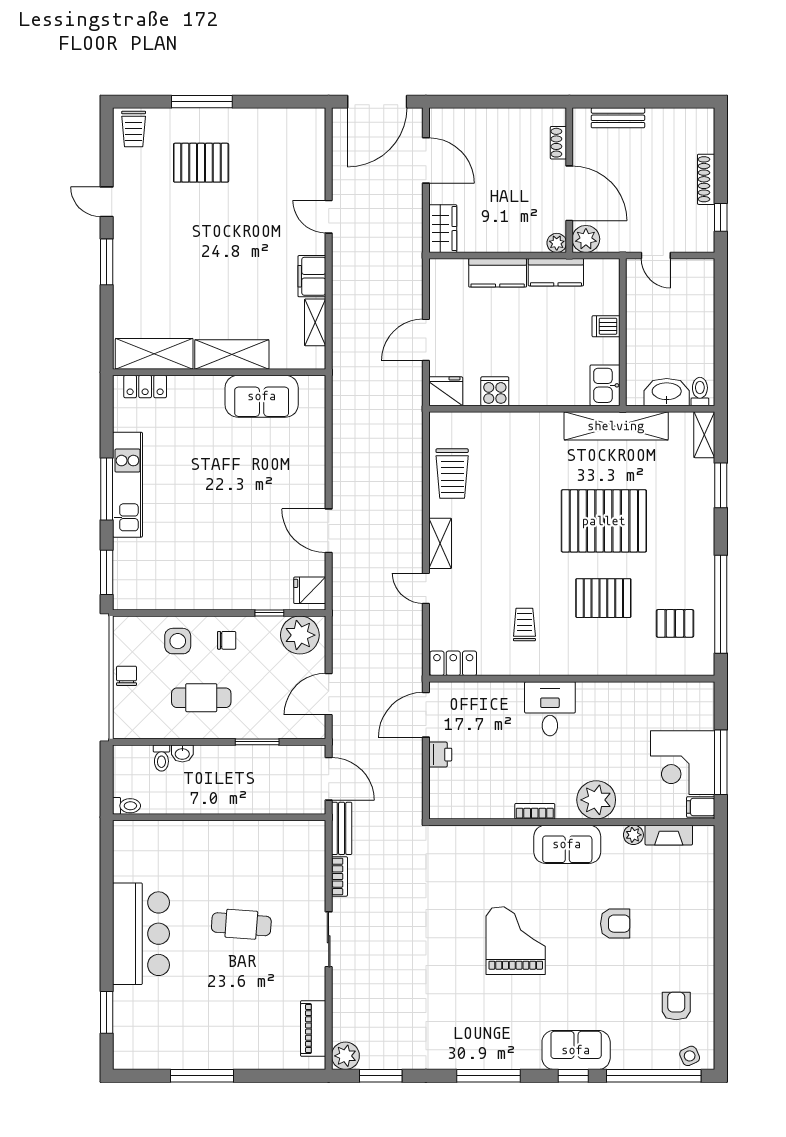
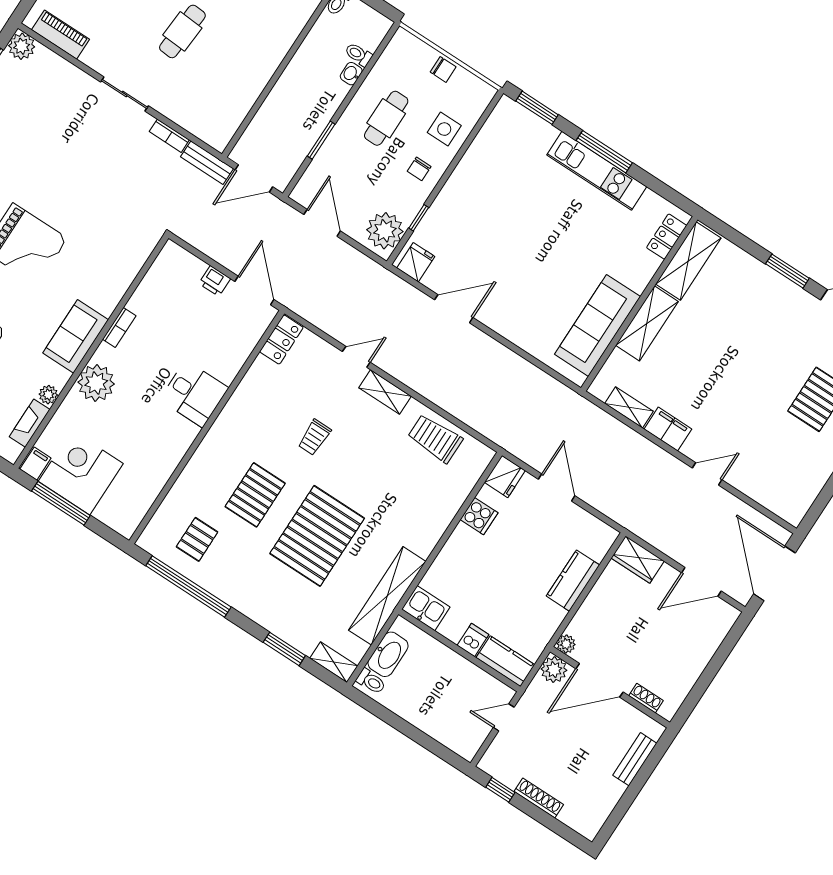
kitchen counter: (556, 272) -> (505, 661), moved, turned 90
sofa: (262, 396) -> (598, 325), width x1.36
trolley: (524, 624) -> (314, 437), moved, turned 90

